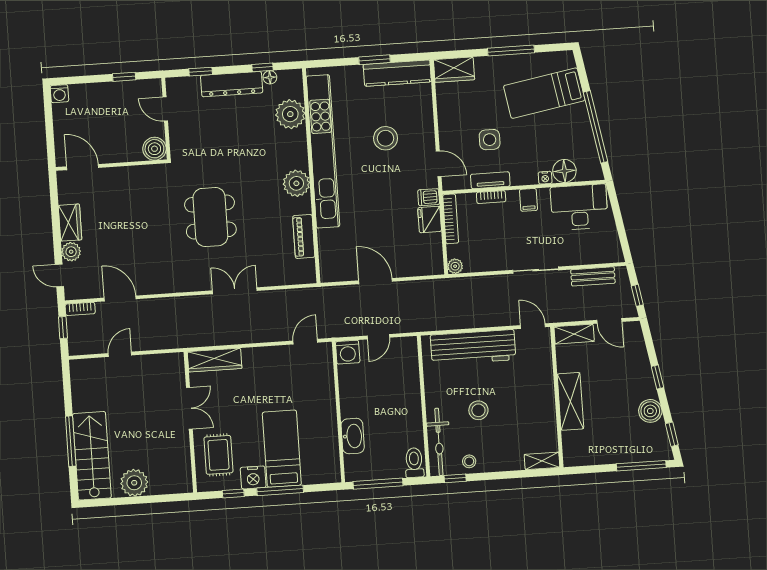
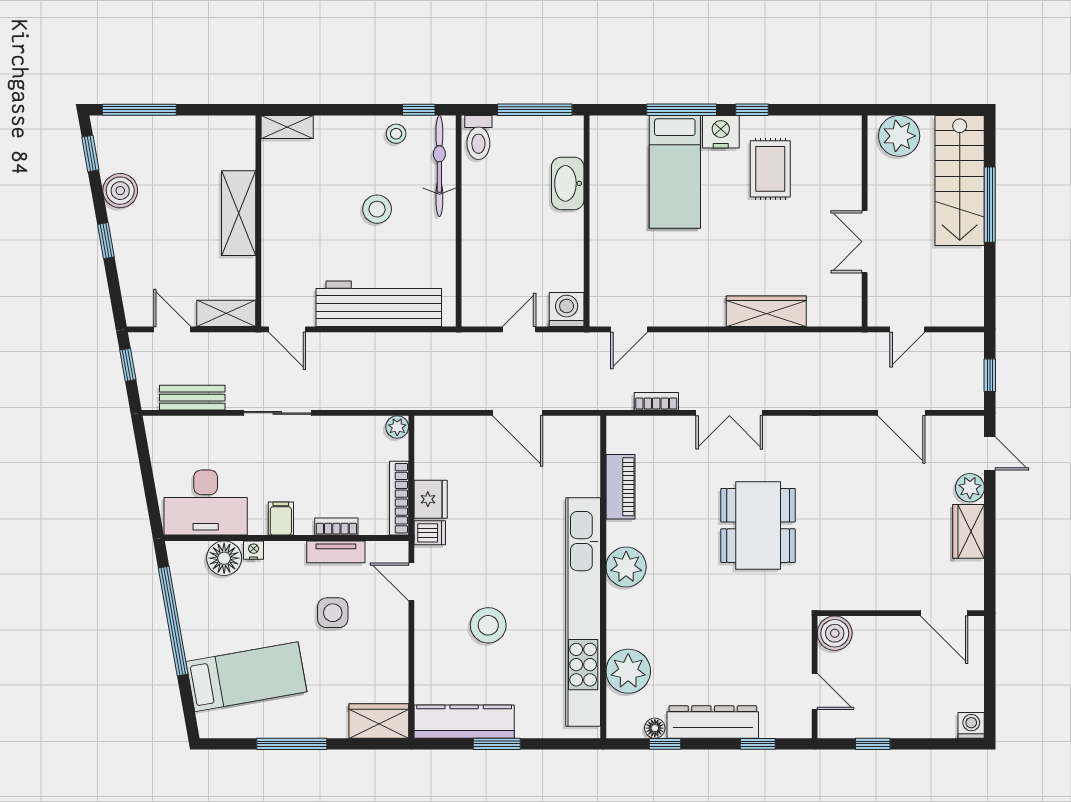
bookcase: (80, 309) -> (656, 401), moved
double door: (189, 408) -> (865, 242), moved
wall: (190, 422) -> (865, 221), moved

